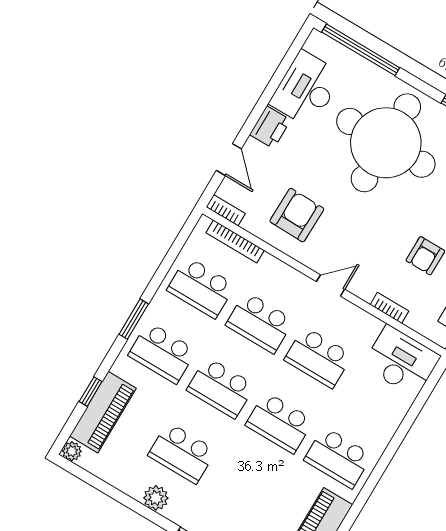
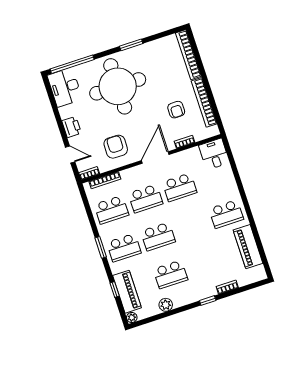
desk: (306, 89) -> (65, 87), moved
door: (331, 285) -> (155, 158), width x1.87
desk: (401, 361) -> (214, 154), width x0.73
school desk: (279, 423) -> (192, 225), removed
plant: (156, 498) -> (166, 305), moved

